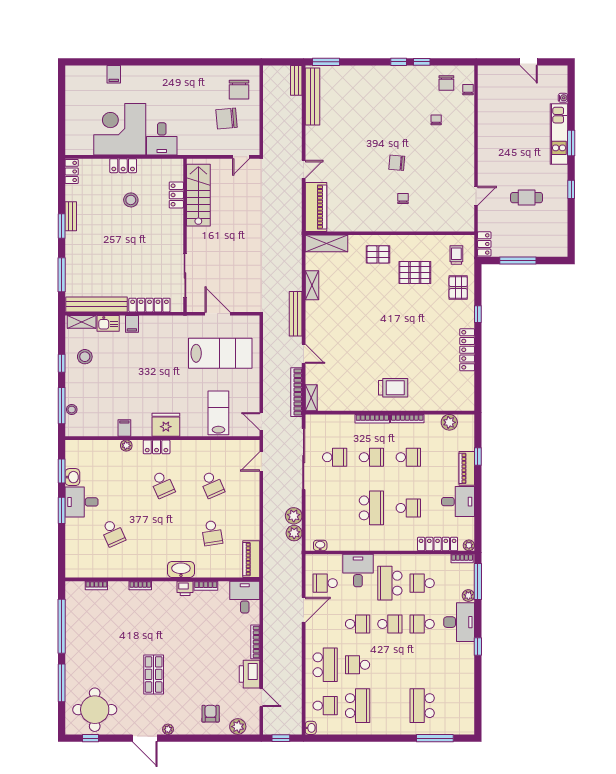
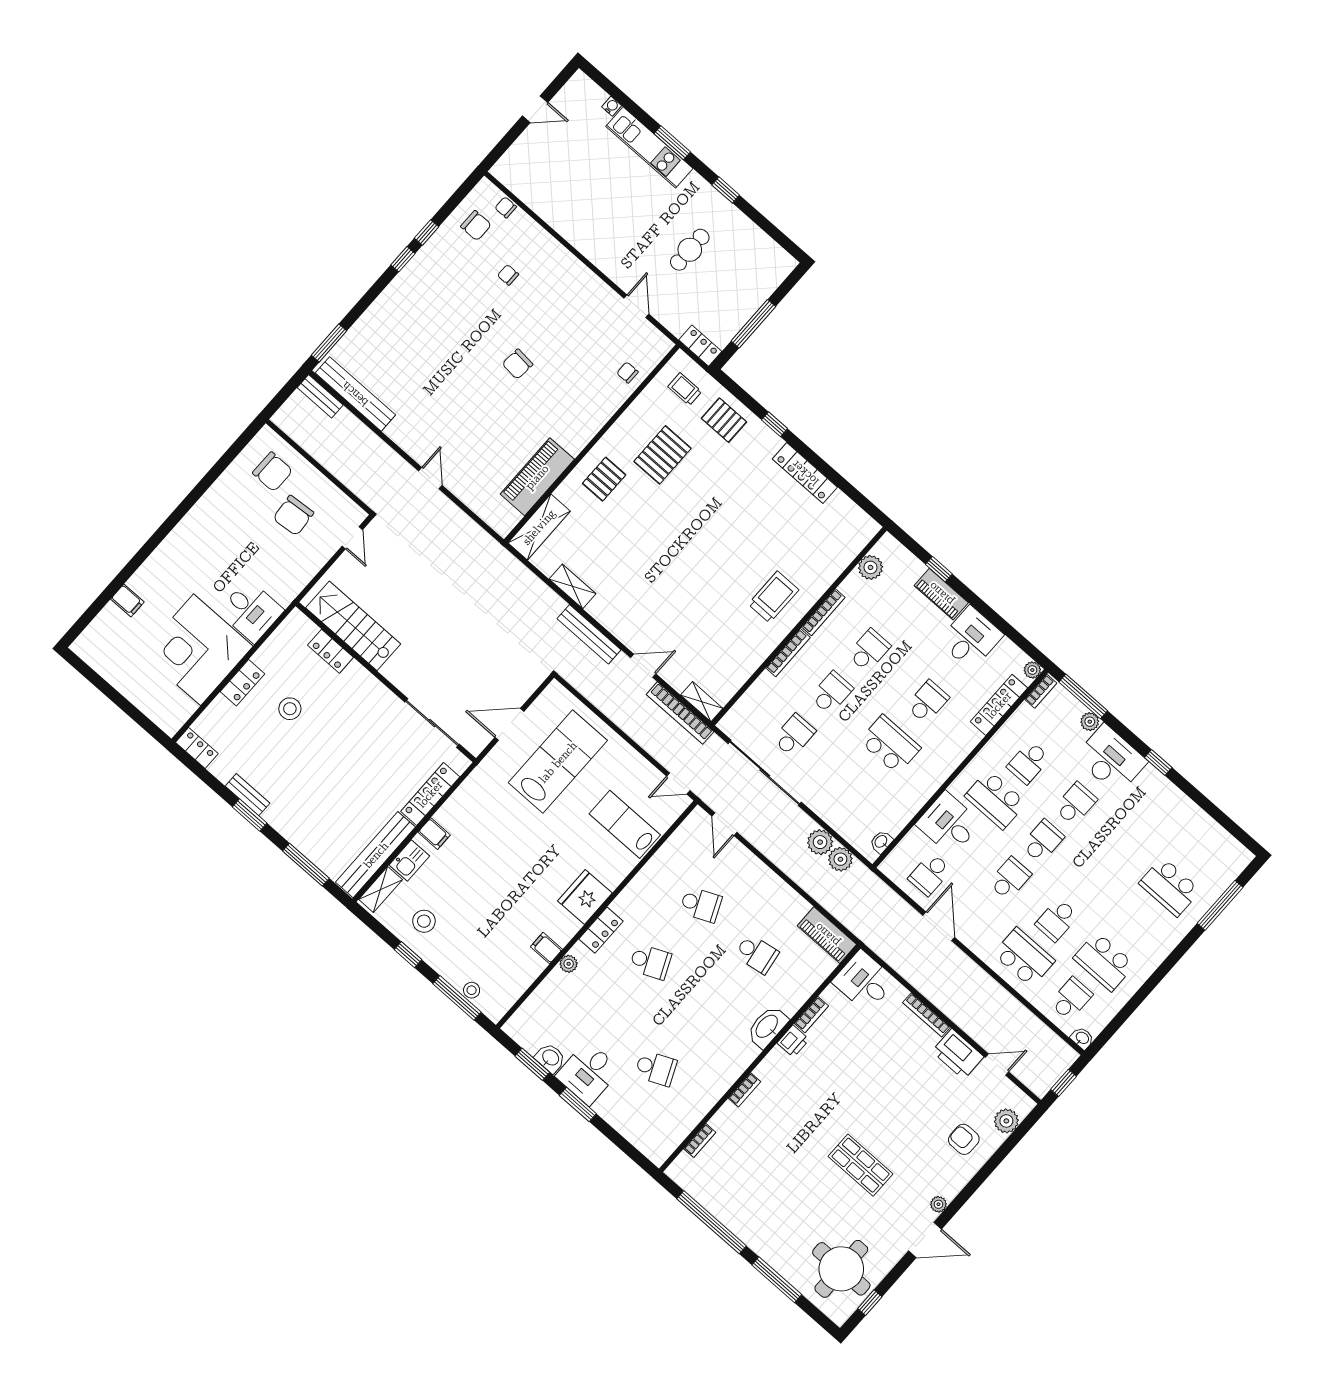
chair: (403, 198) -> (627, 373), moved
piano: (316, 207) -> (537, 477), moved, turned -90
school desk: (422, 624) -> (1076, 804), turned 180
school desk: (358, 706) -> (1104, 962), turned 180

